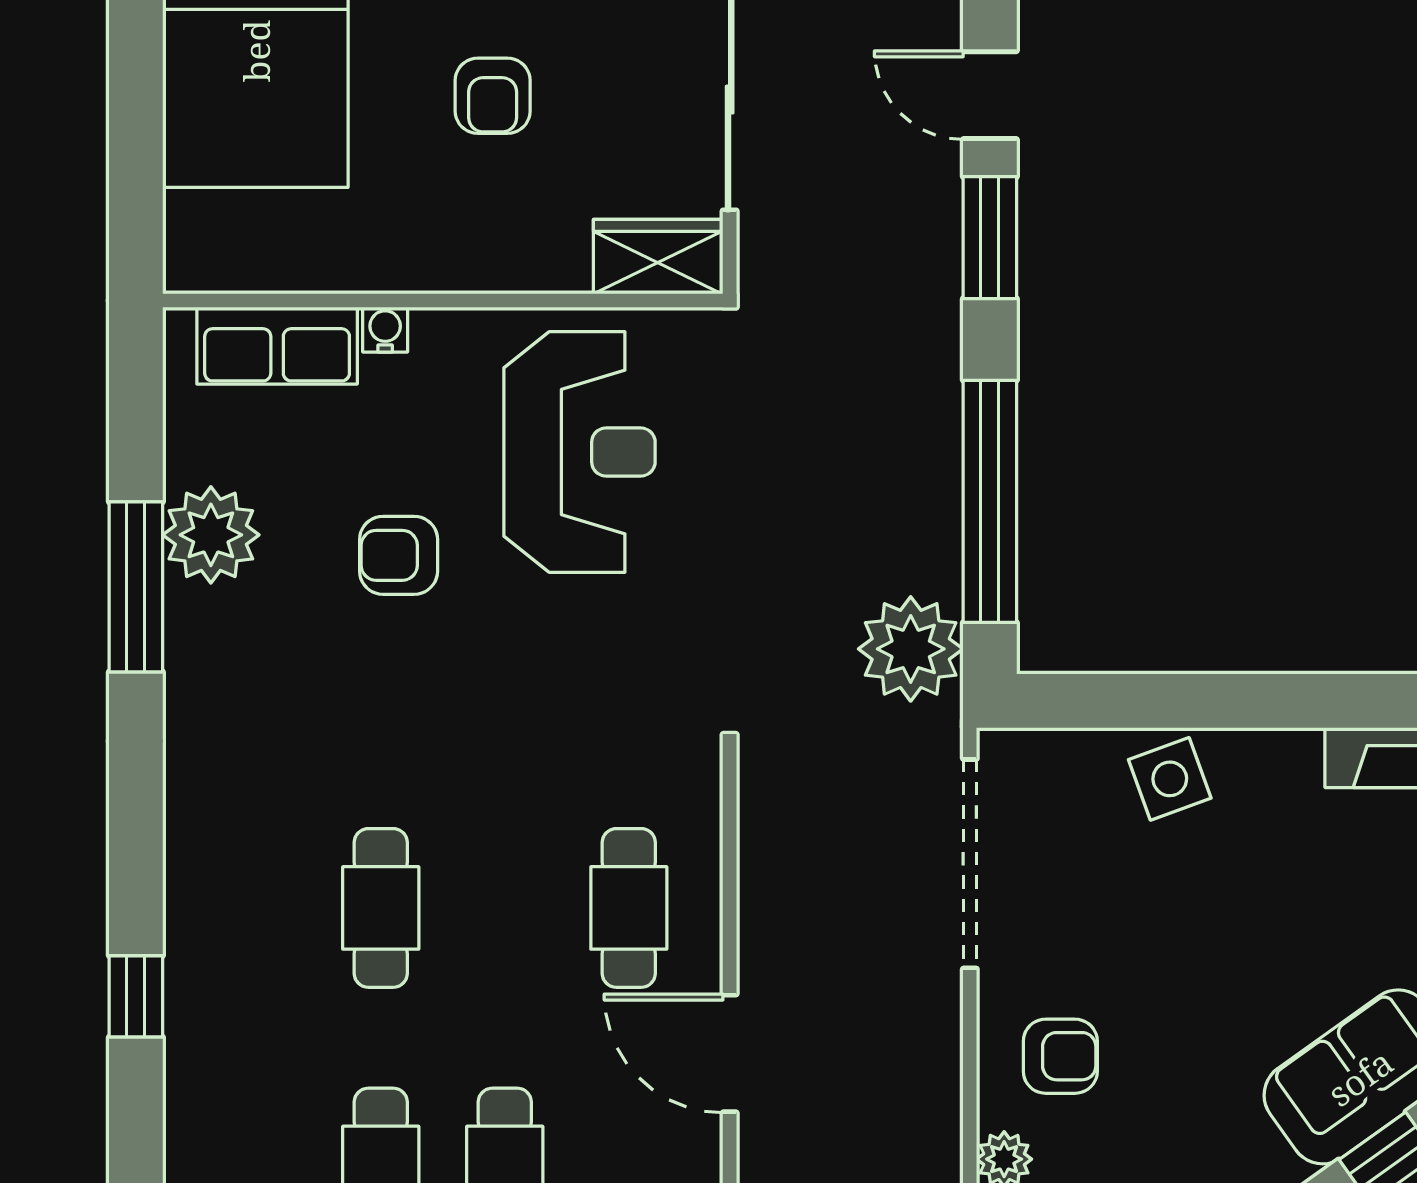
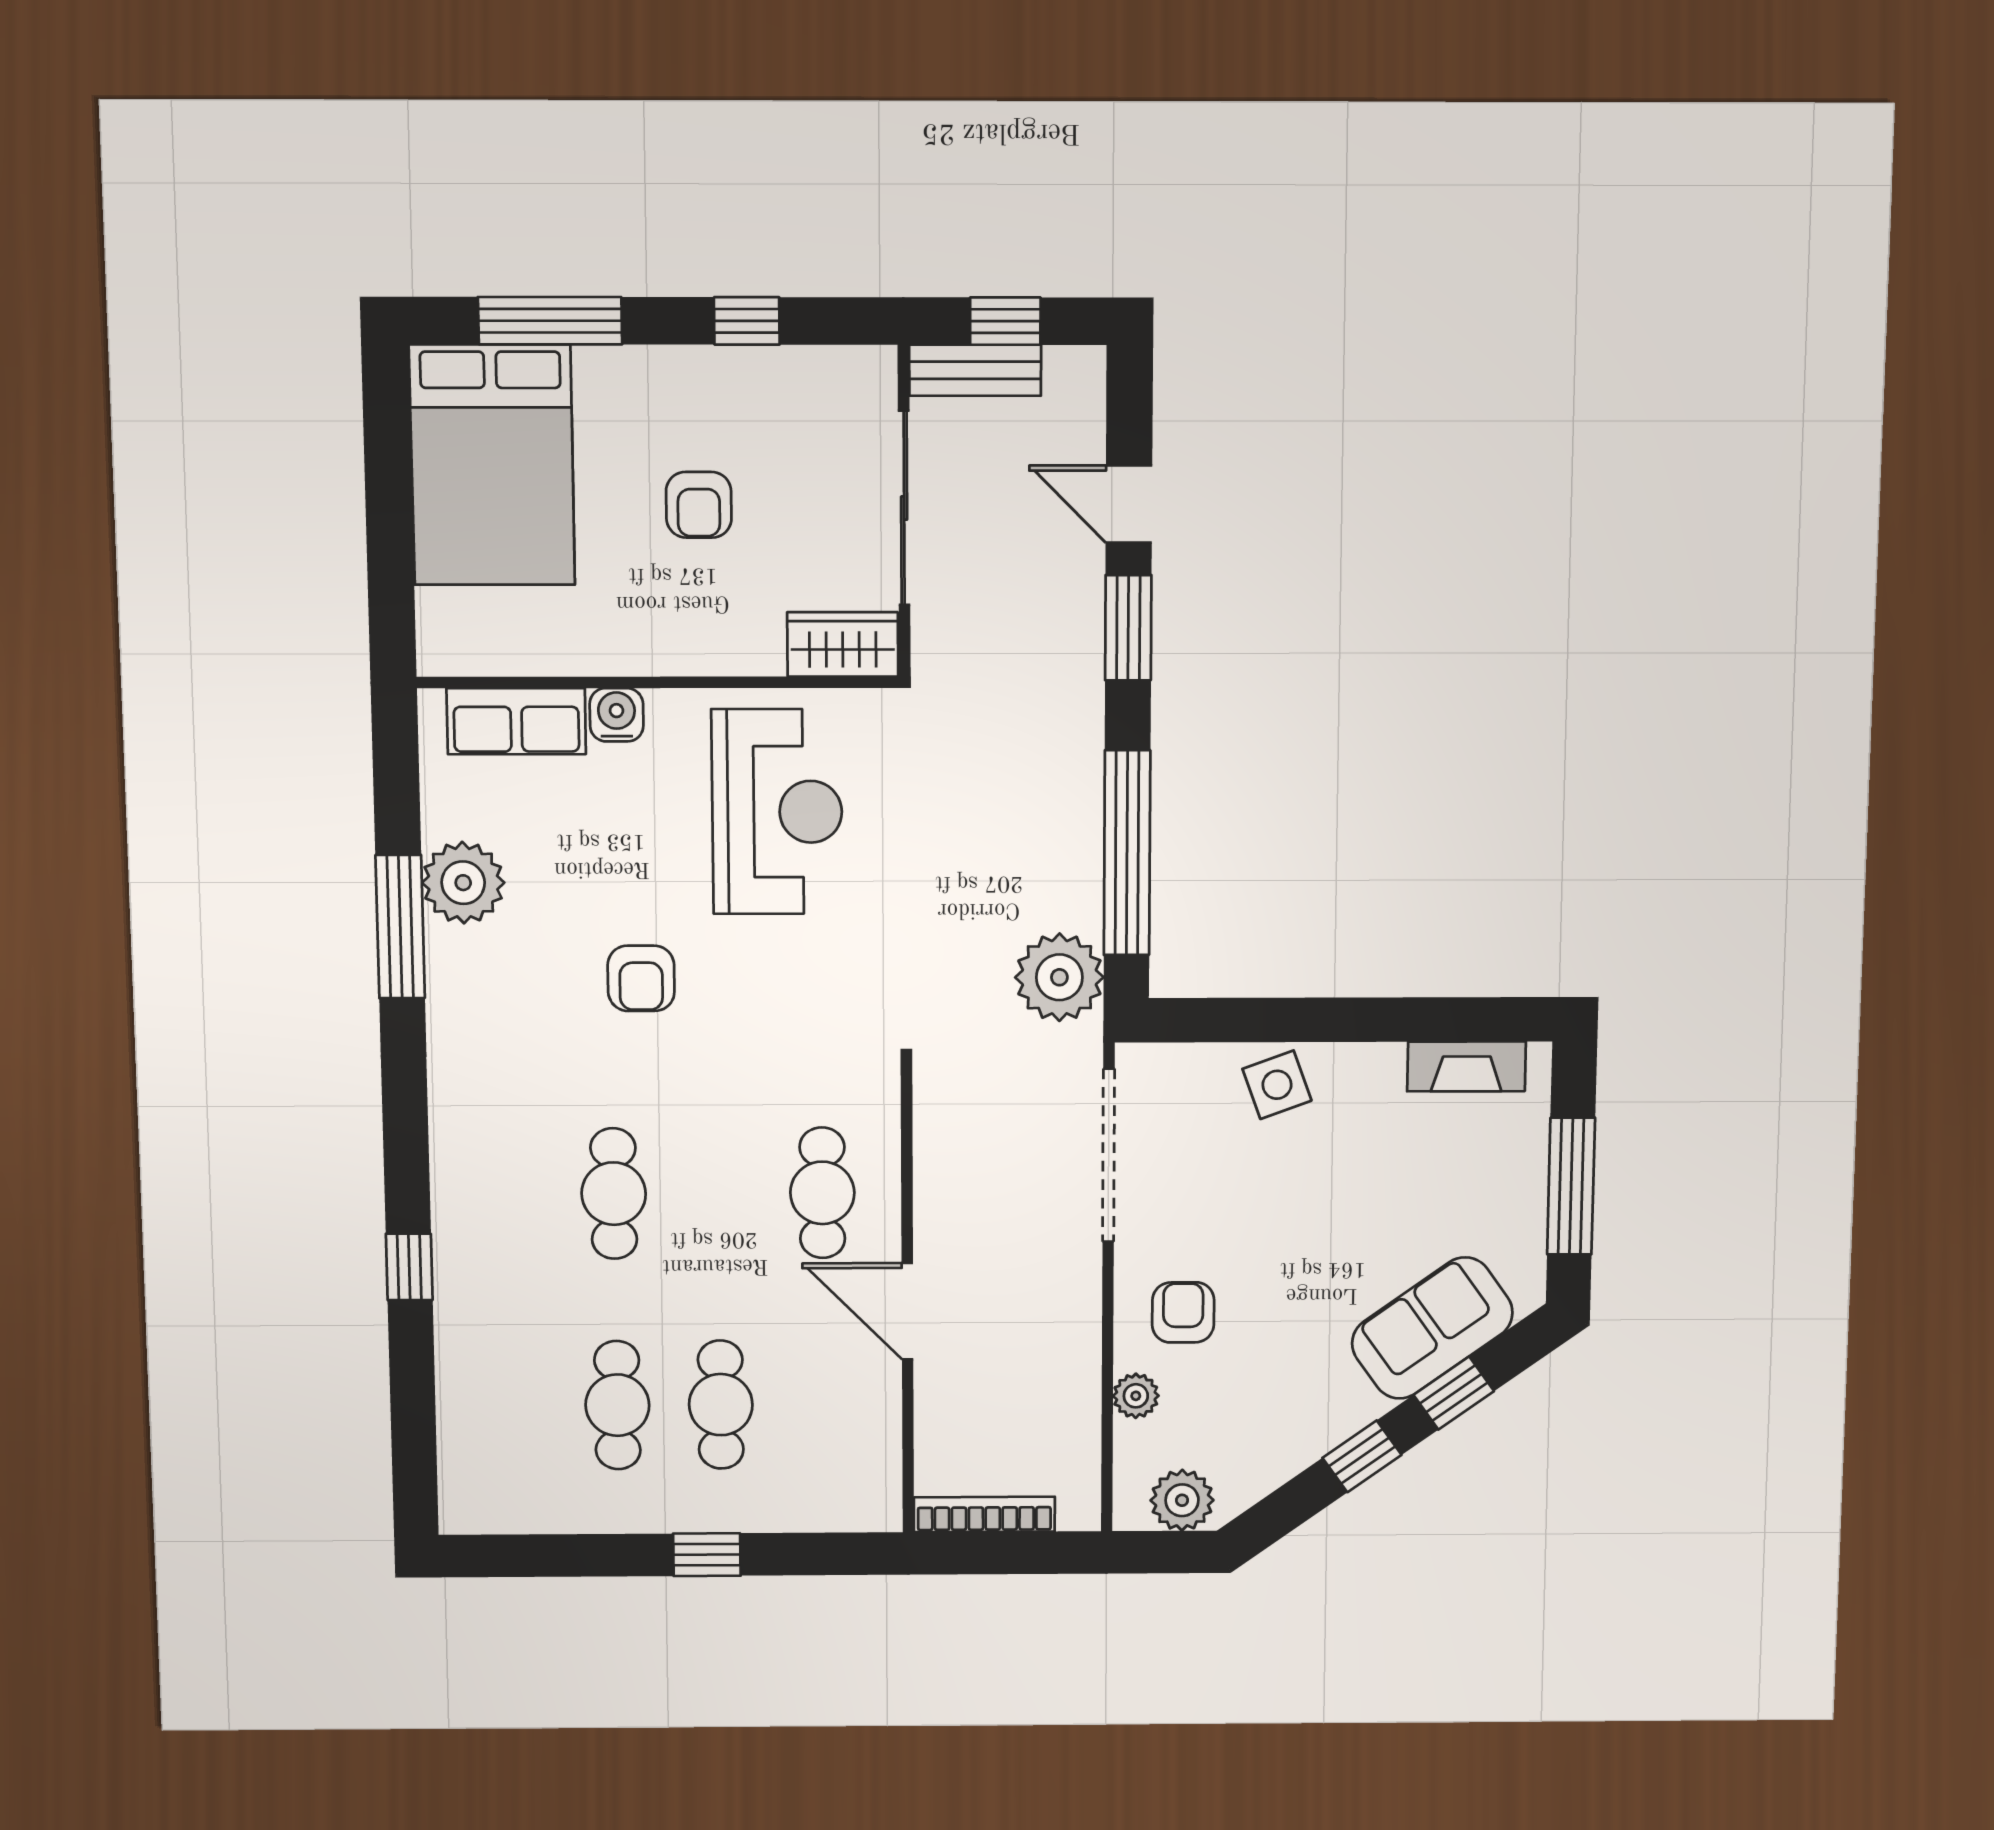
water cooler: (385, 330) -> (617, 715), width x1.38, depth x1.38
armchair: (399, 555) -> (641, 978), moved, turned -90
armchair: (1060, 1056) -> (1183, 1312), turned -90

